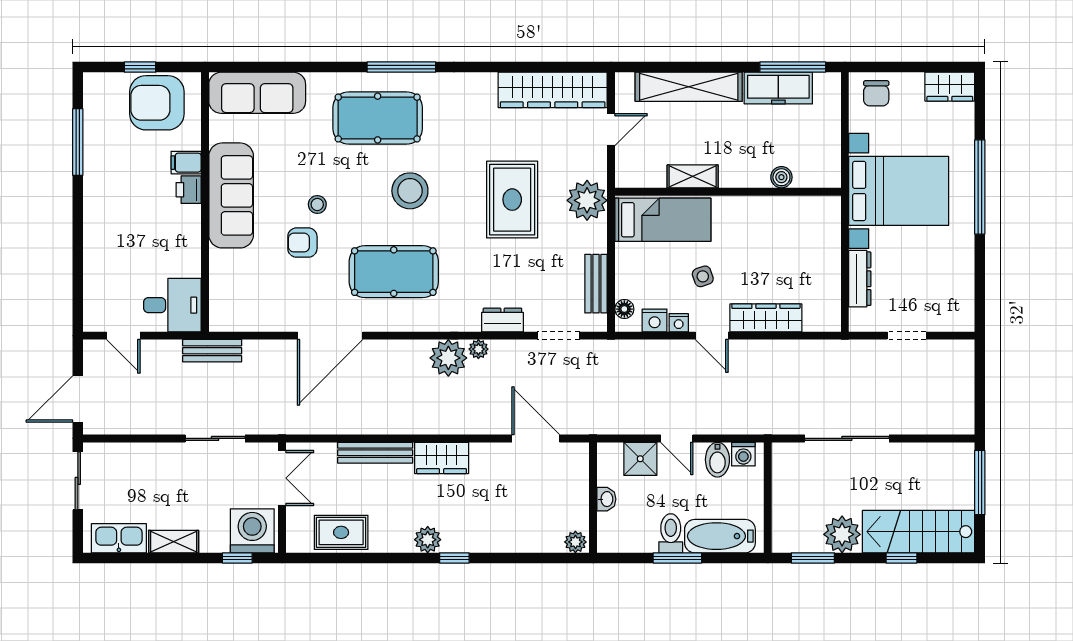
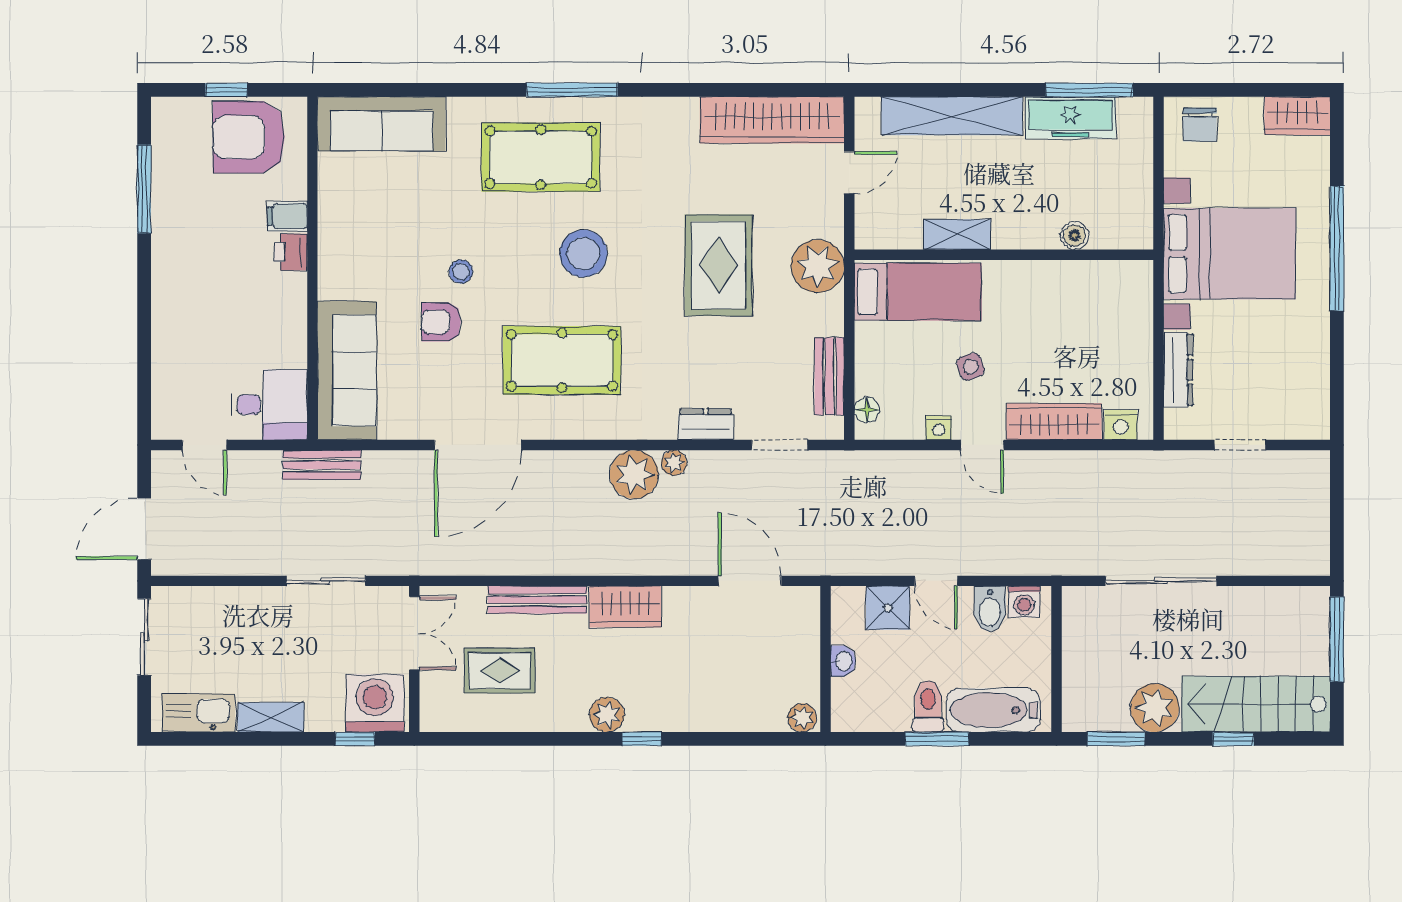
sofa: (231, 195) -> (347, 370), moved
nightstand: (655, 320) -> (1121, 425), moved
rug: (341, 532) -> (500, 671), moved

